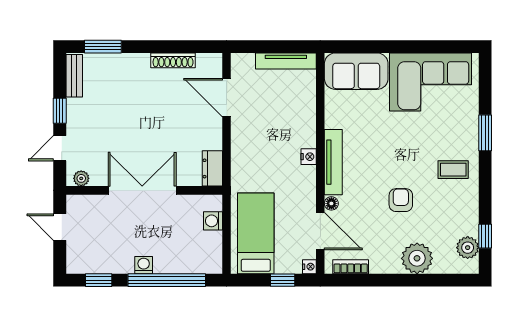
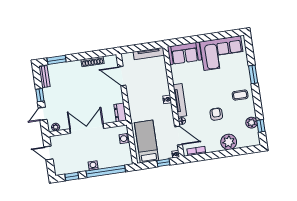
plant: (468, 248) -> (252, 123), moved

